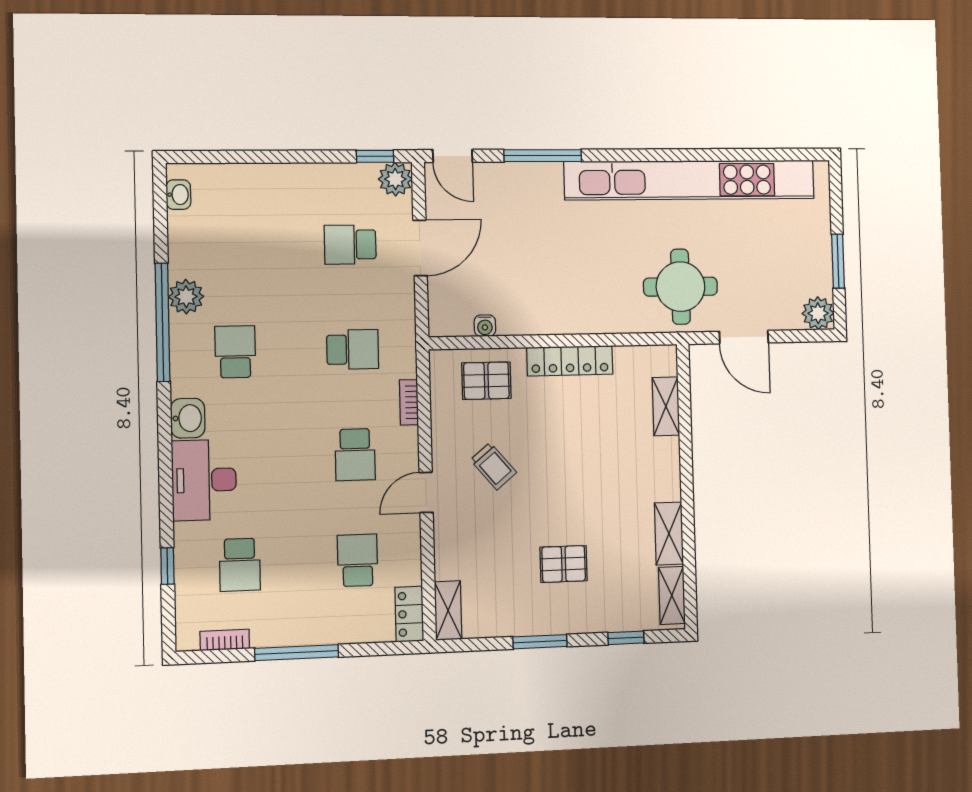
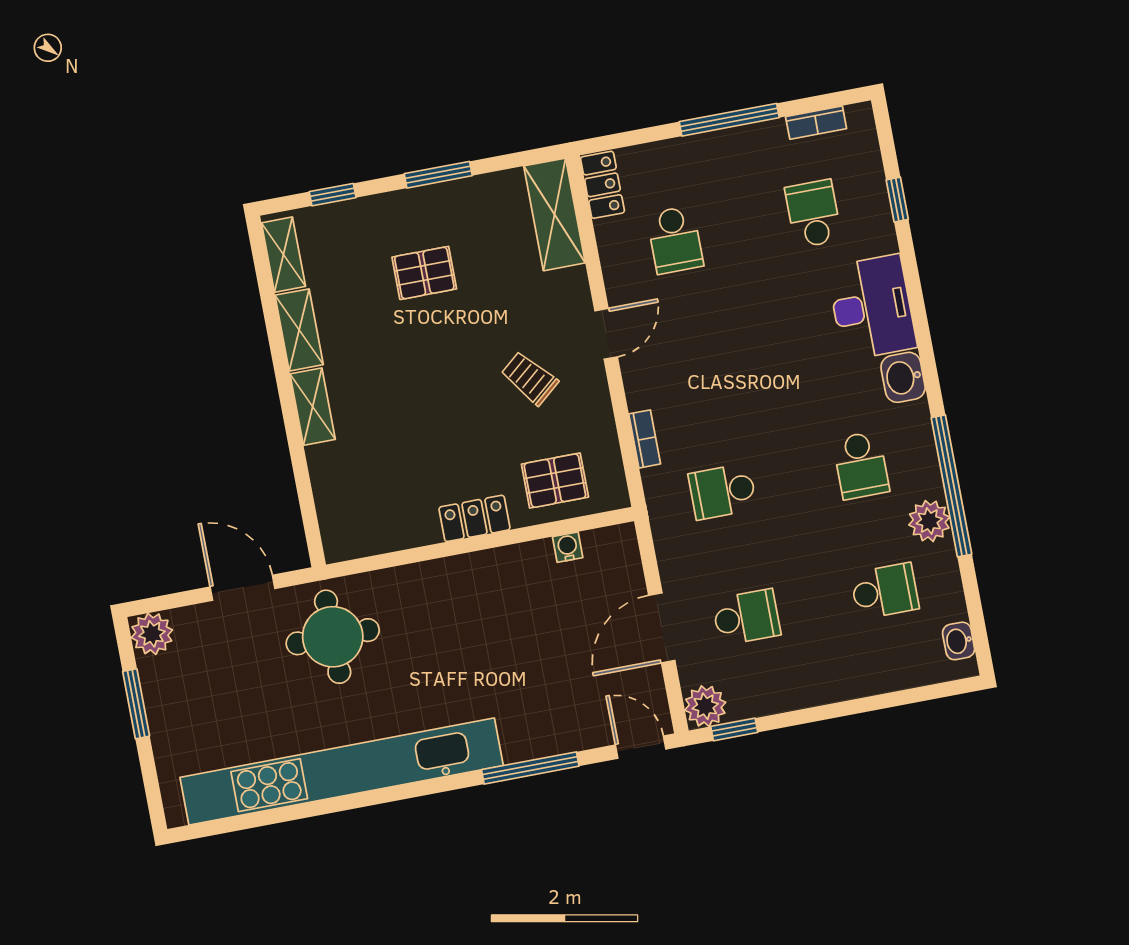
locker: (570, 361) -> (474, 518), width x0.66
shelving: (666, 406) -> (313, 407), moved
school desk: (355, 455) -> (885, 591), moved, turned 90
shelving: (448, 610) -> (554, 214), width x1.50, depth x1.33

